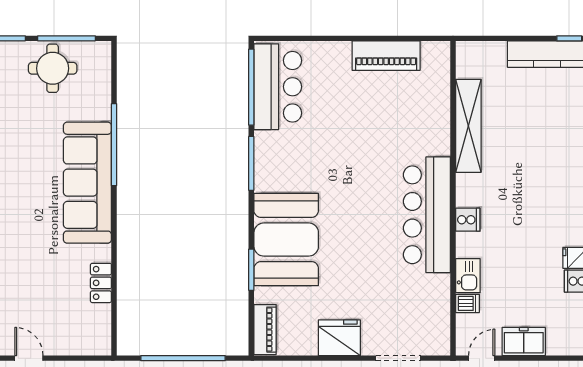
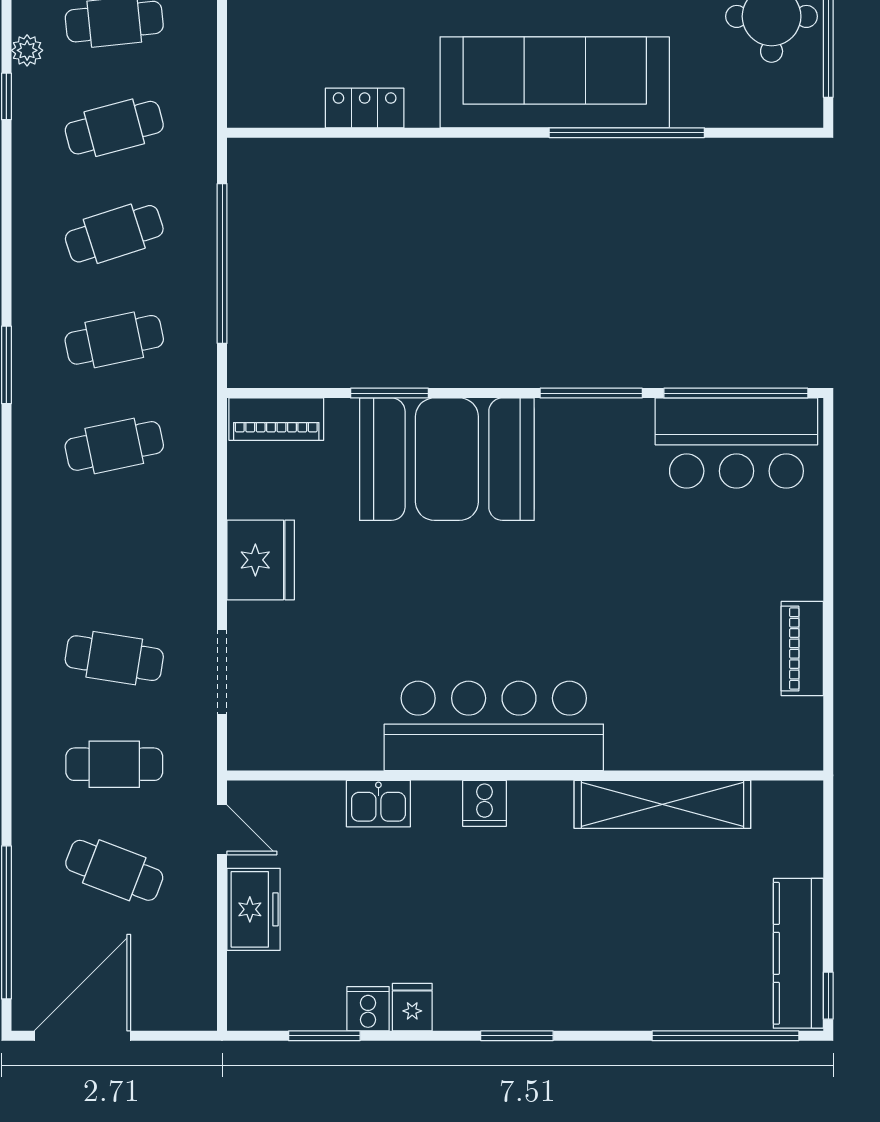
piano: (386, 56) -> (802, 649), width x0.73, depth x0.75
dishwasher: (467, 303) -> (326, 803), removed

